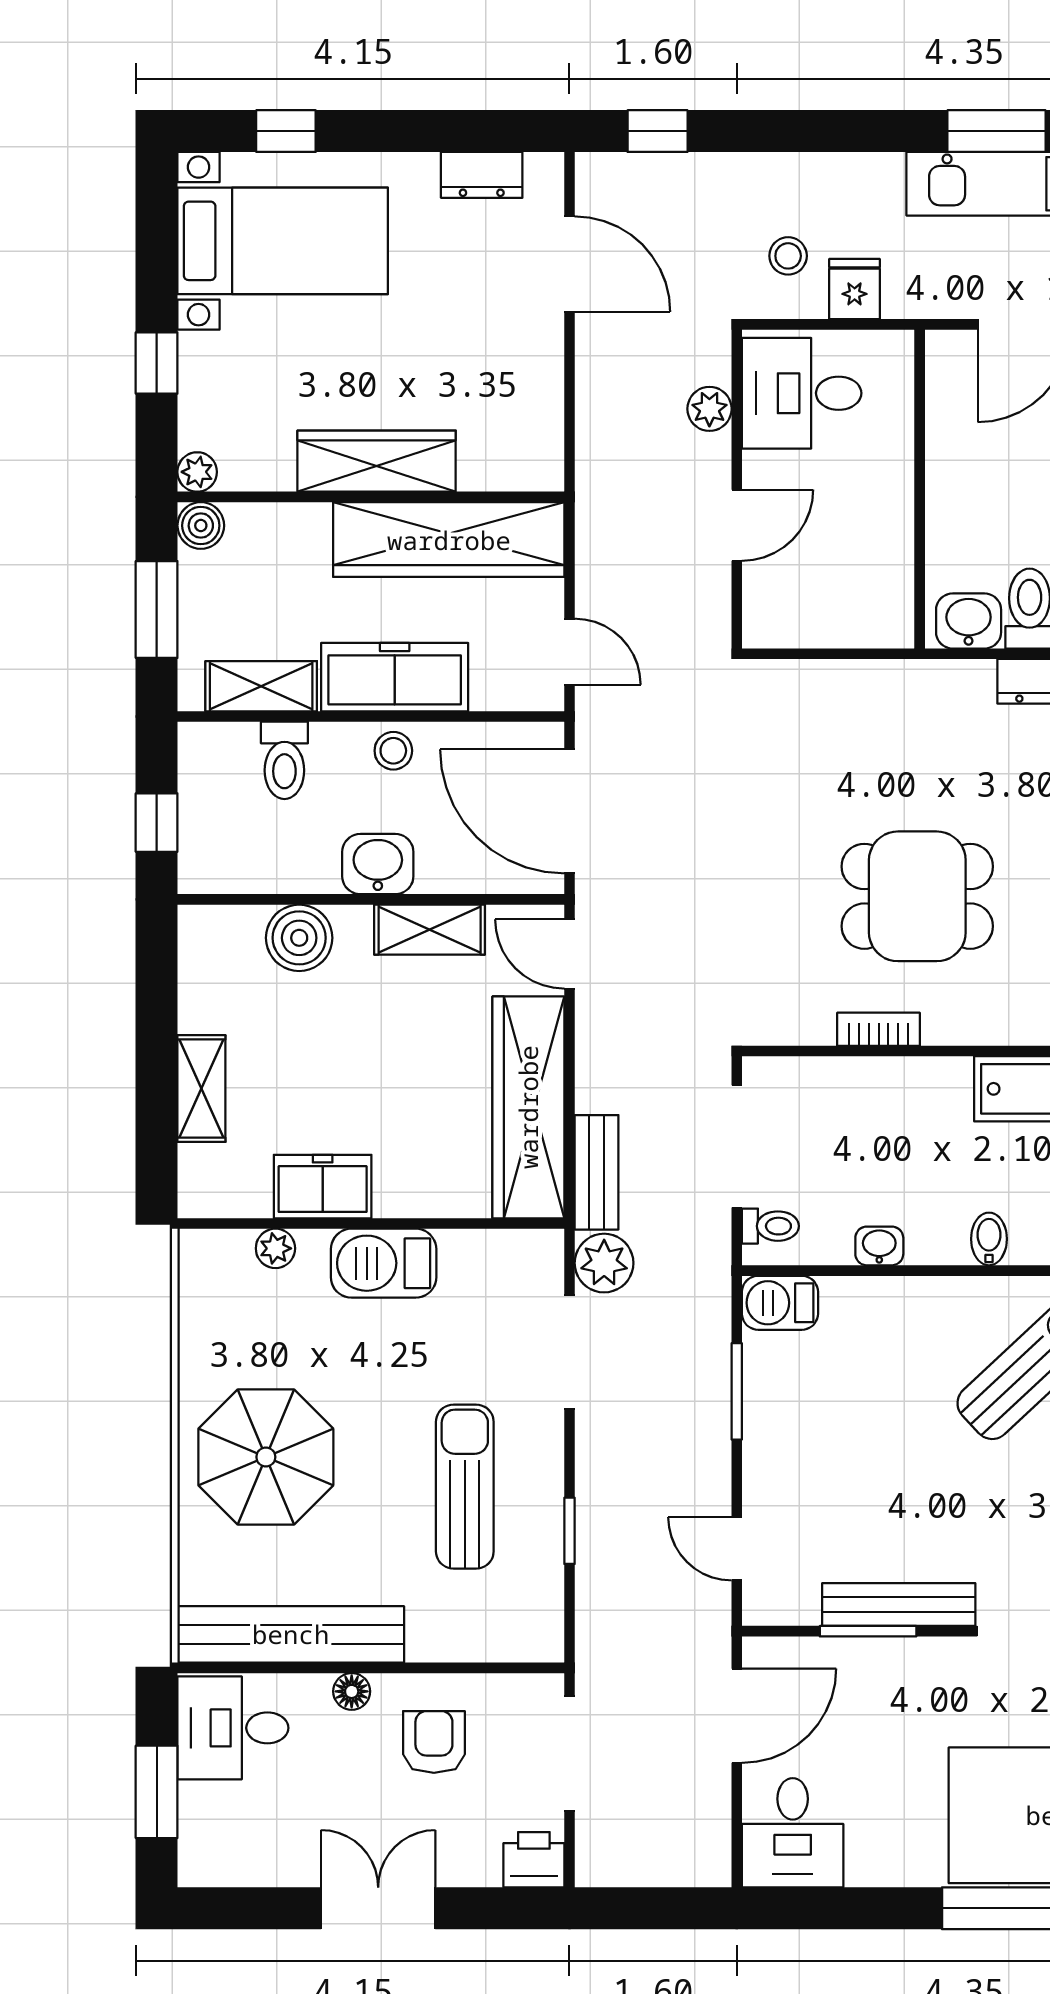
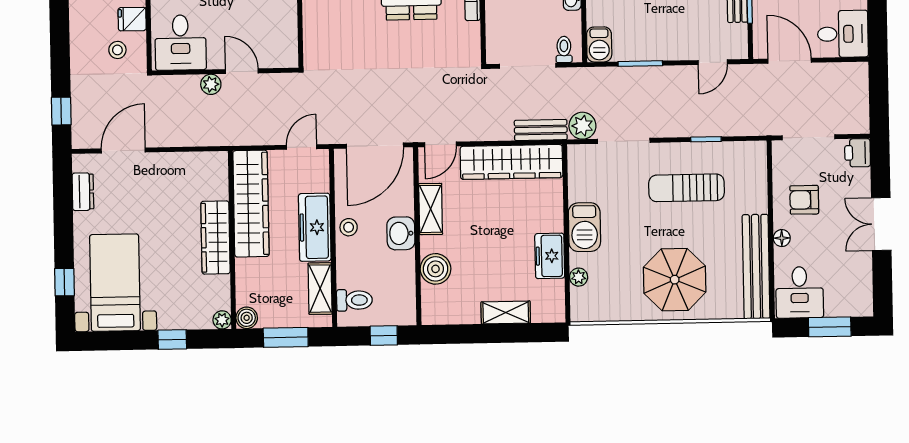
plant: (709, 409) -> (211, 84), moved
toilet: (284, 760) -> (354, 300), moved

